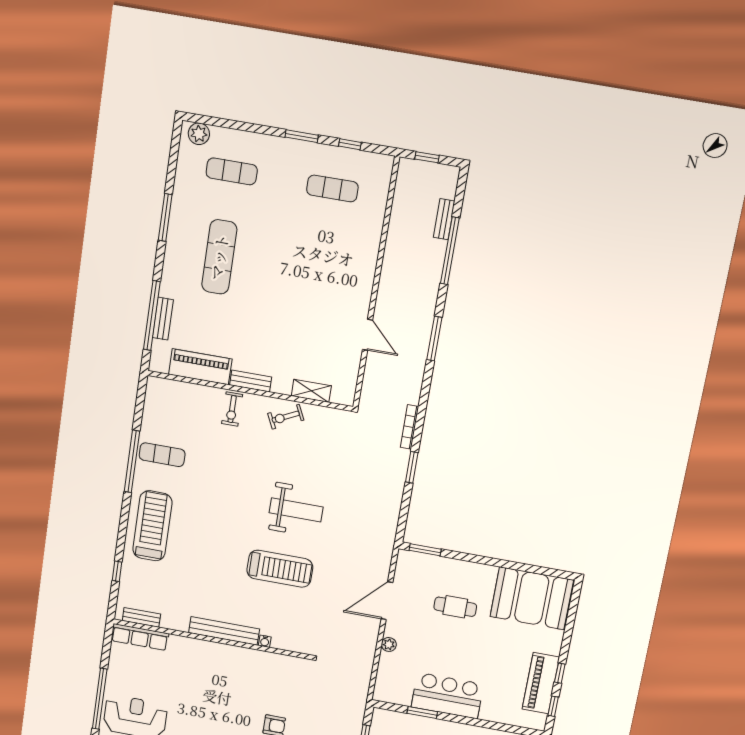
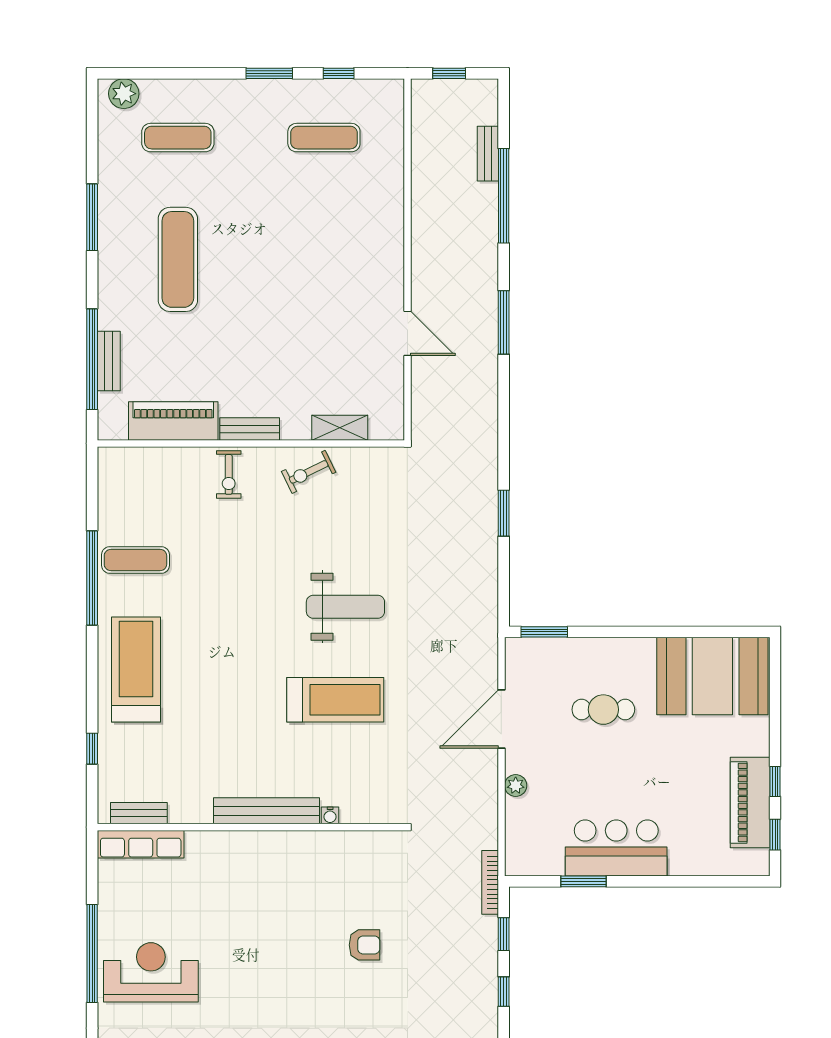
bookcase: (410, 427) -> (490, 882), moved

